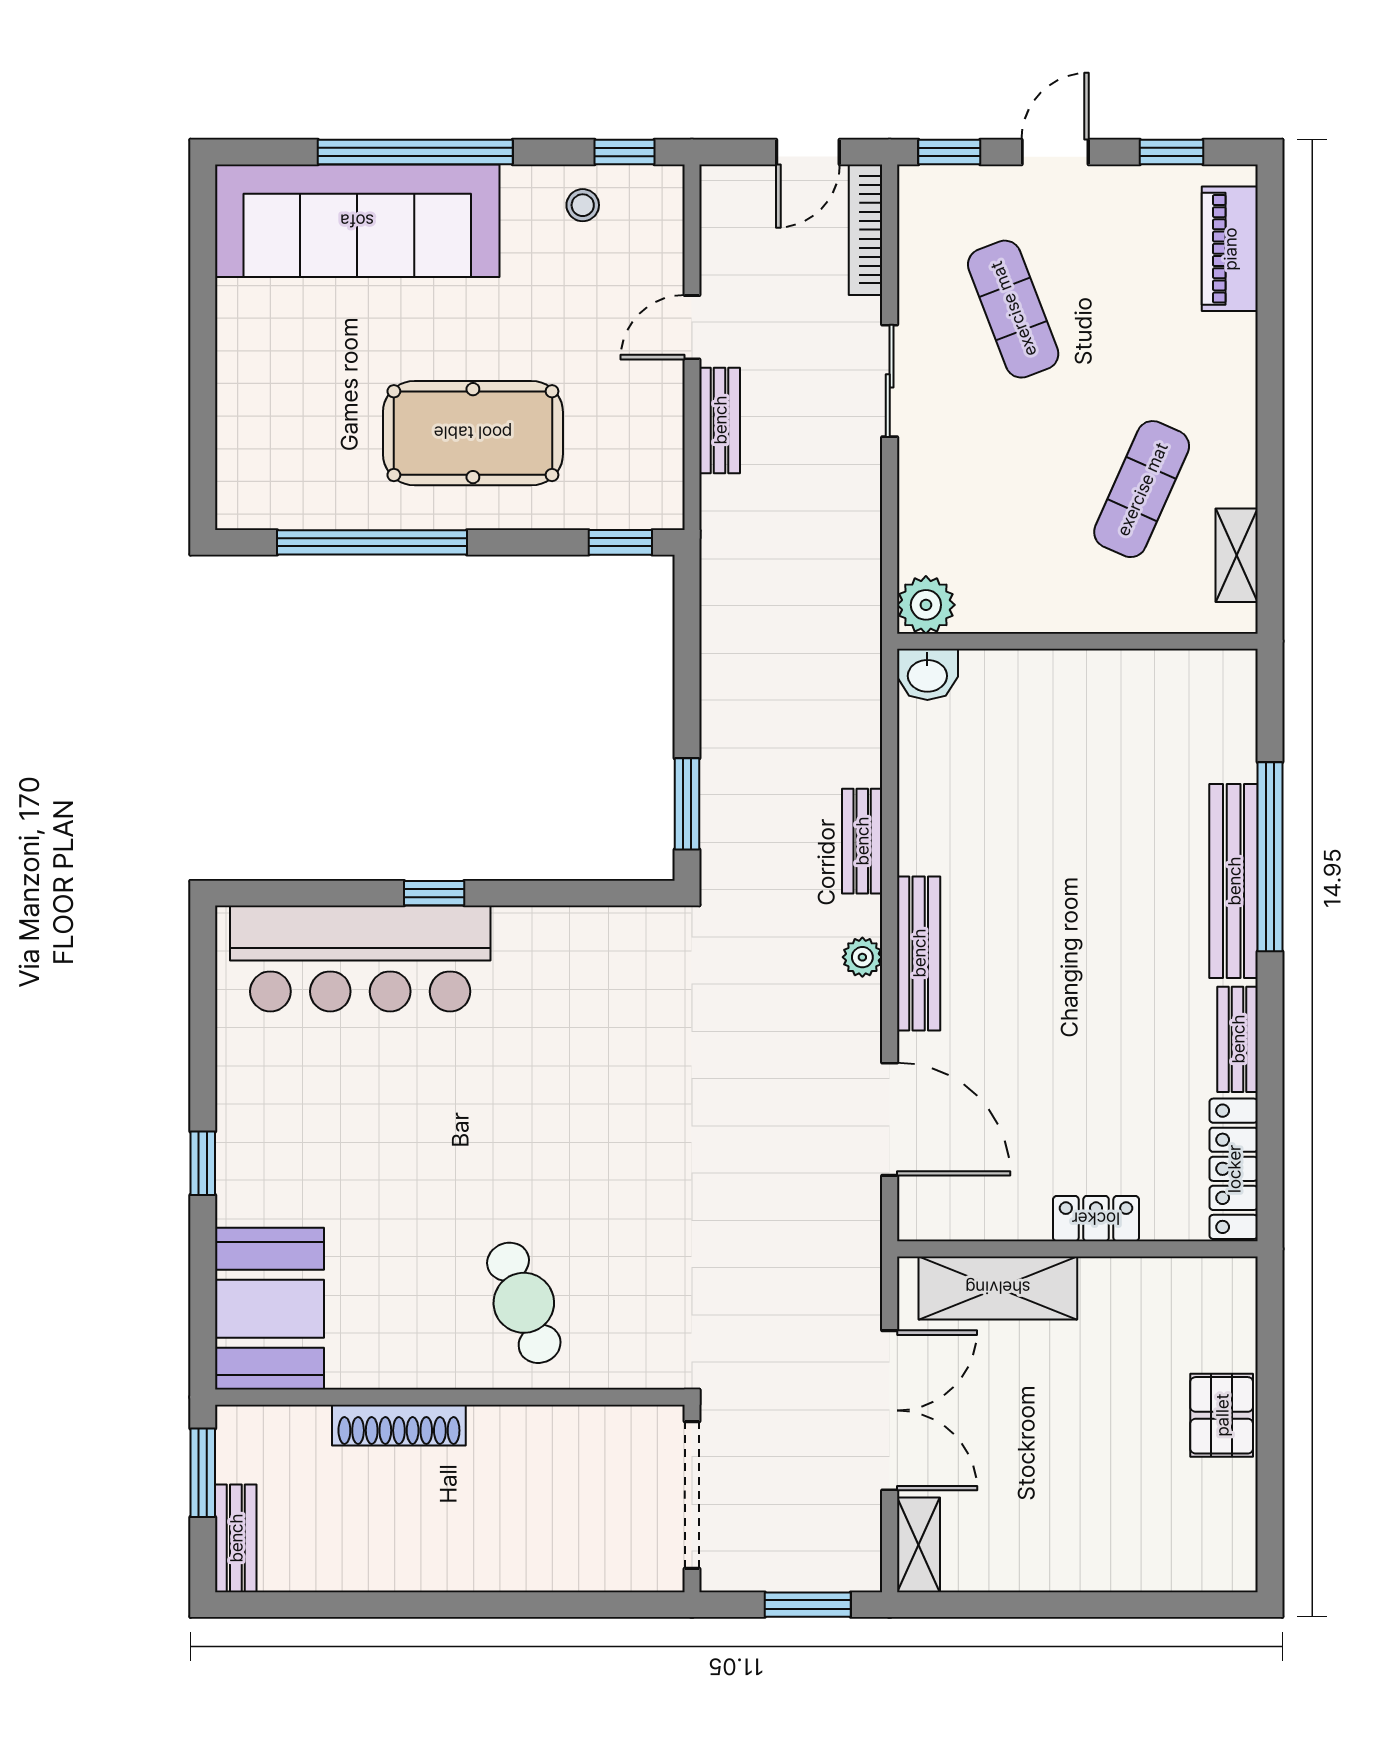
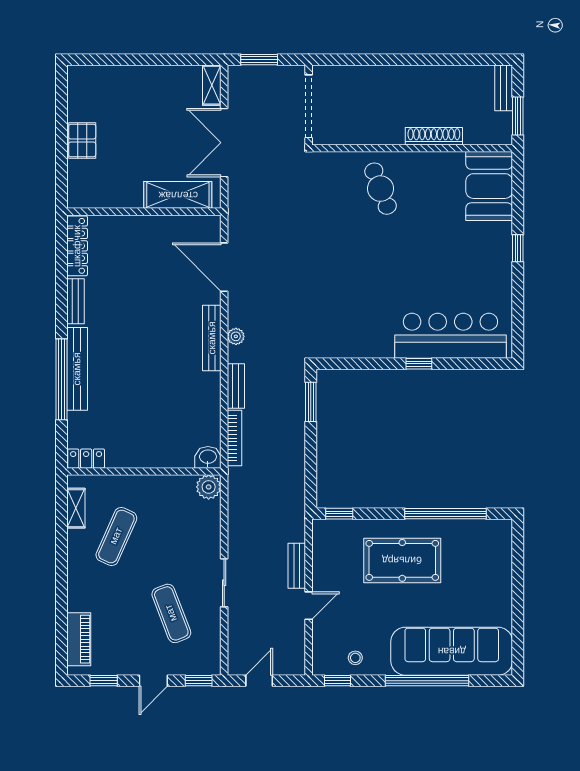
bookcase: (865, 230) -> (234, 438), moved
locker: (1096, 1219) -> (86, 459), moved, turned 180

